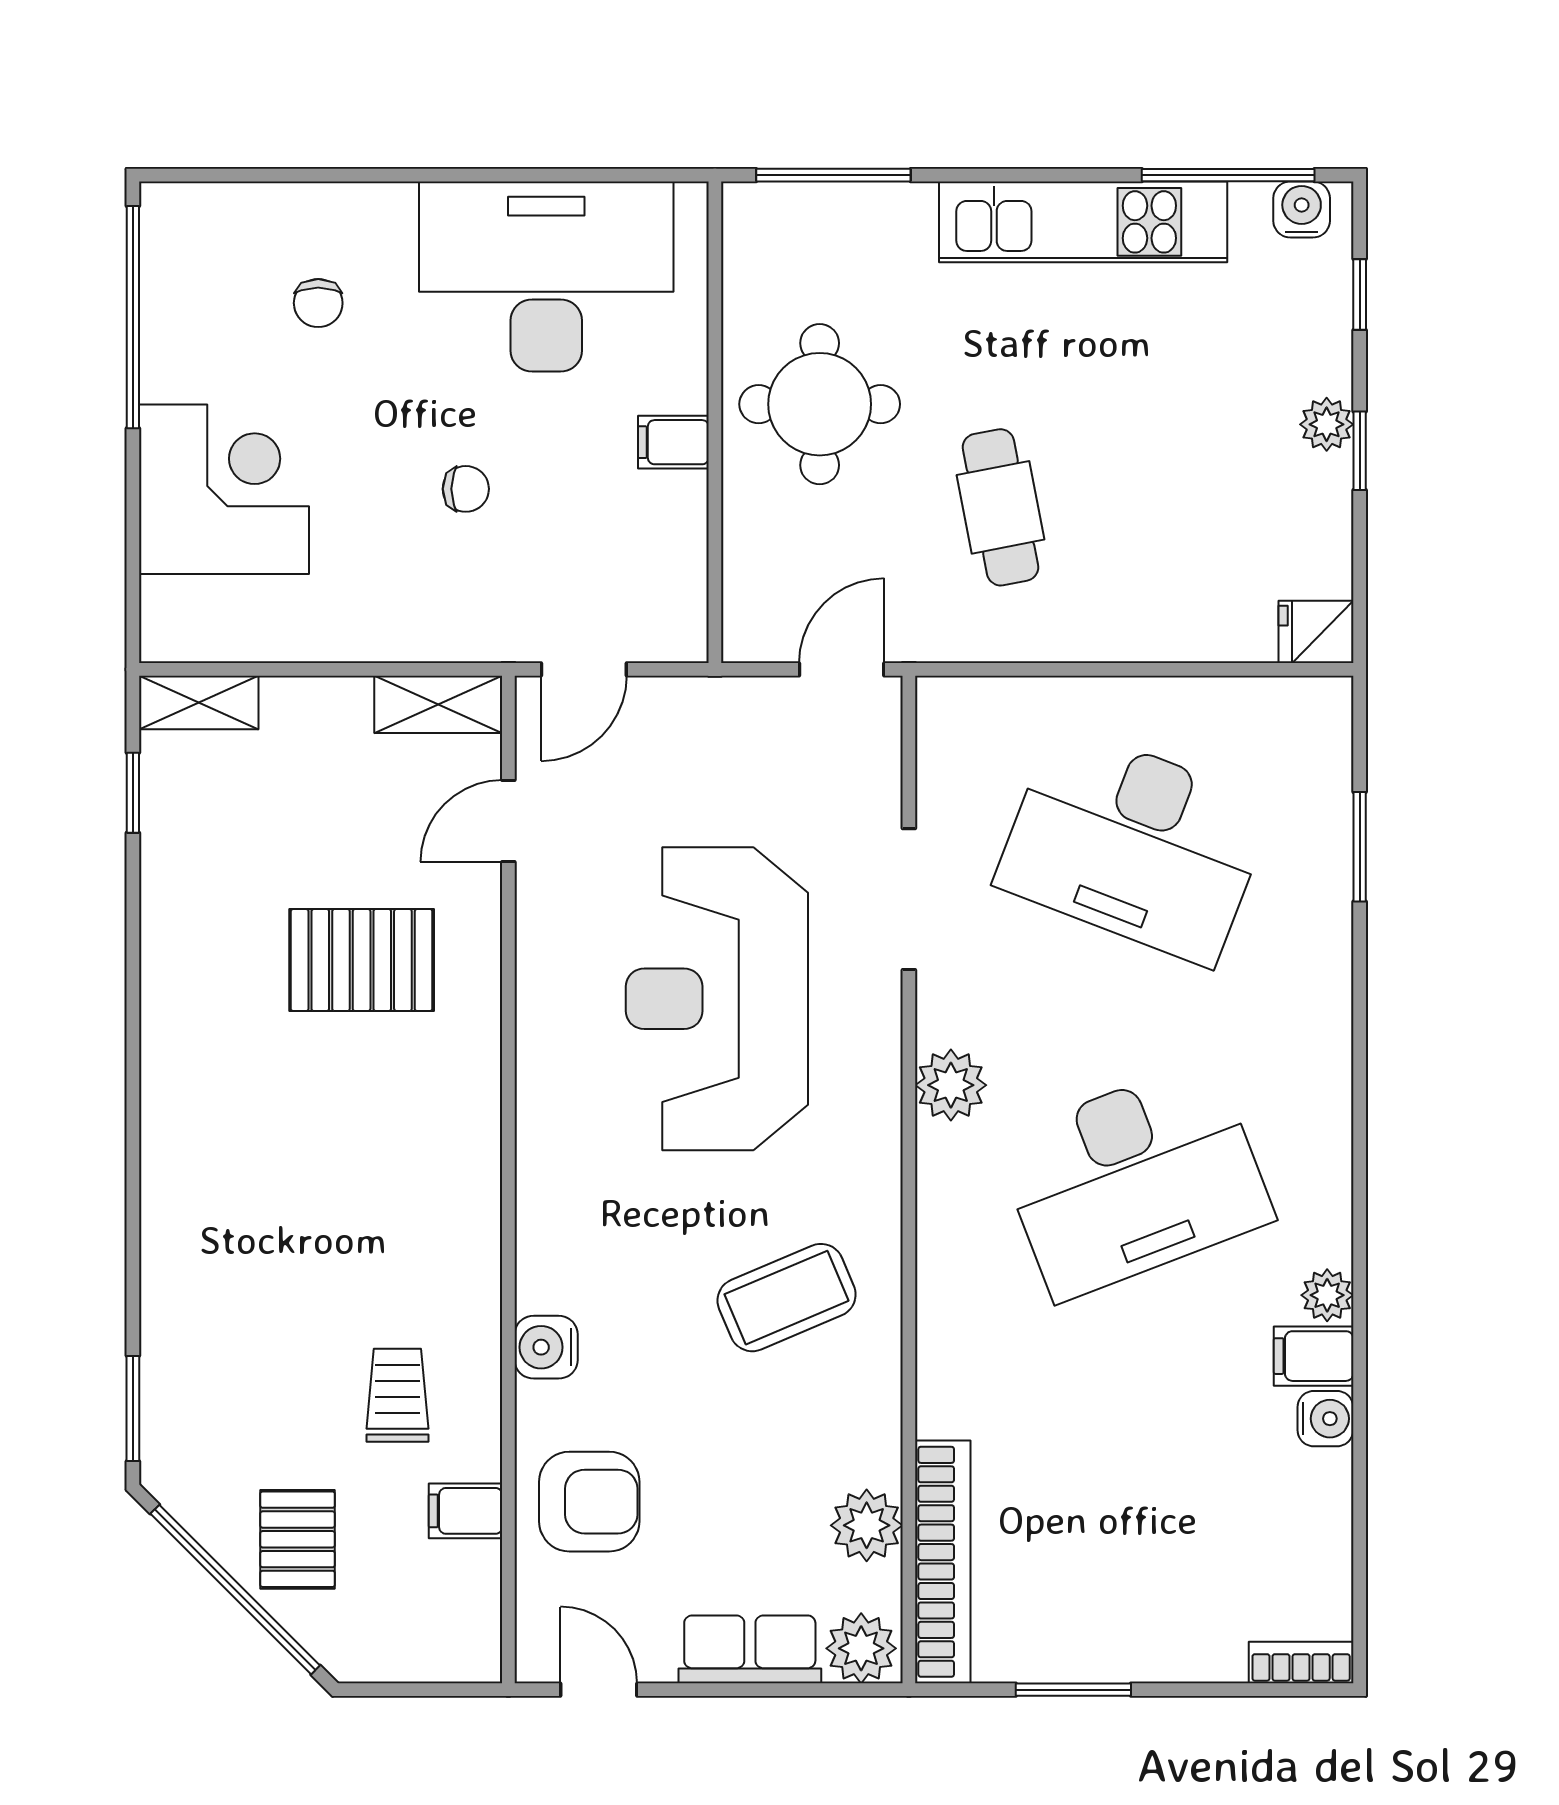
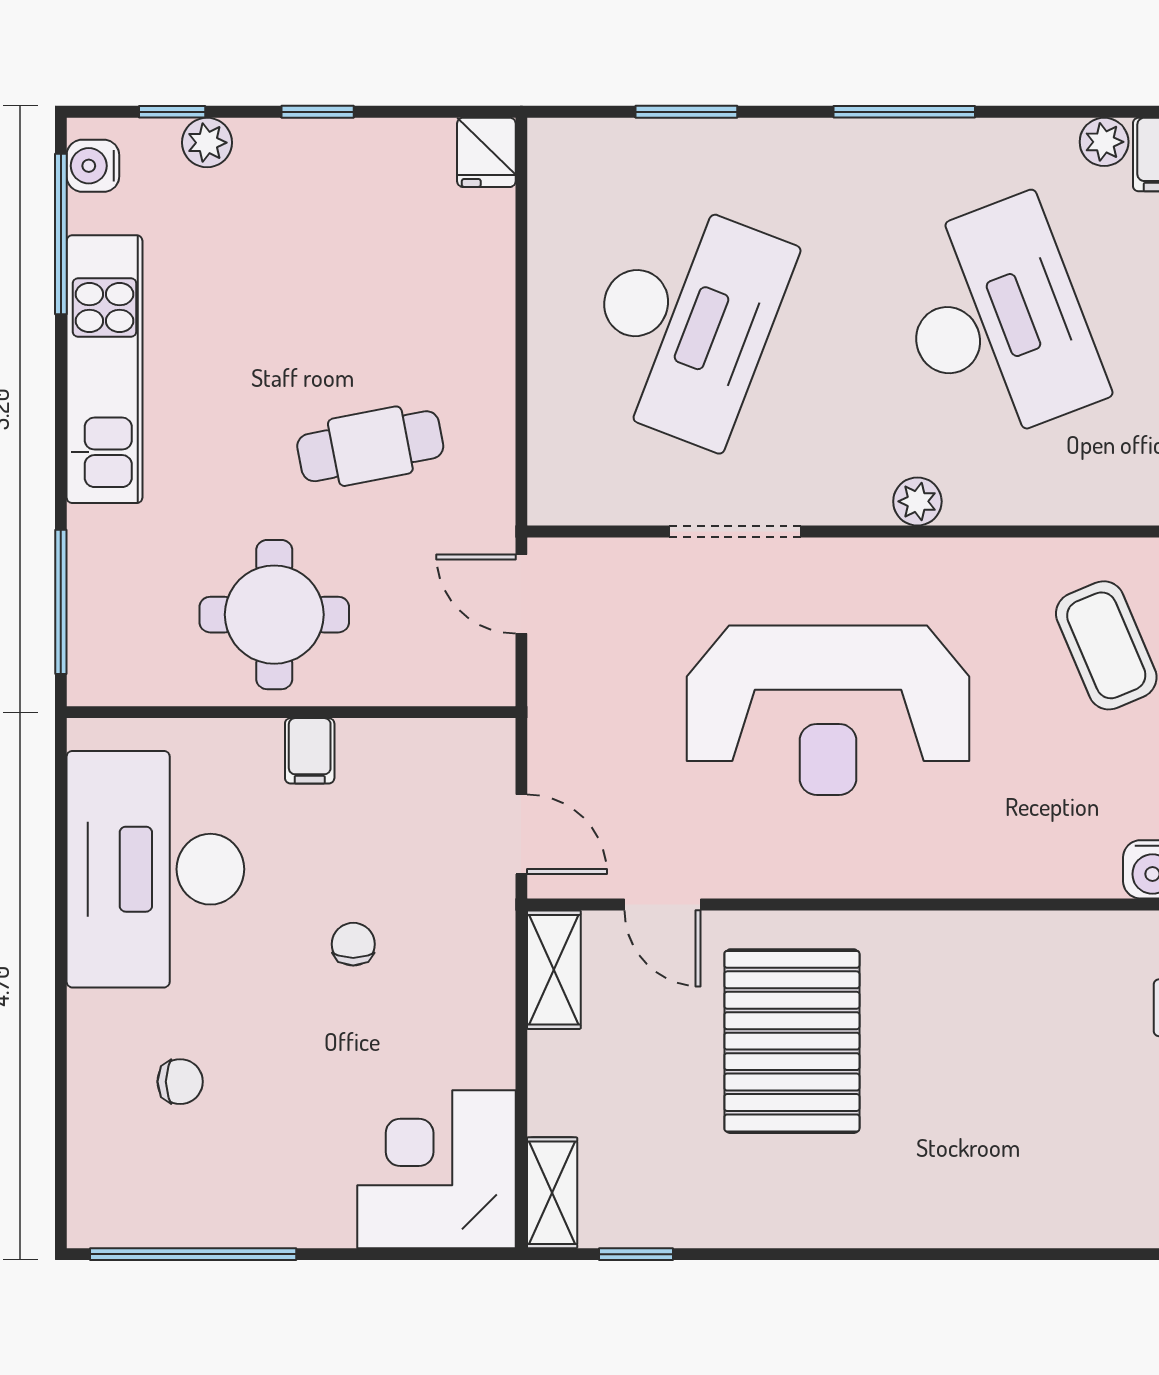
plant: (1327, 424) -> (207, 143), moved
corner desk: (224, 489) -> (436, 1169), moved
pallet: (362, 960) -> (792, 1041), width x1.37, depth x1.41
window: (1360, 1081) -> (904, 112), added
plant: (951, 1085) -> (917, 501), width x0.73, depth x0.73

